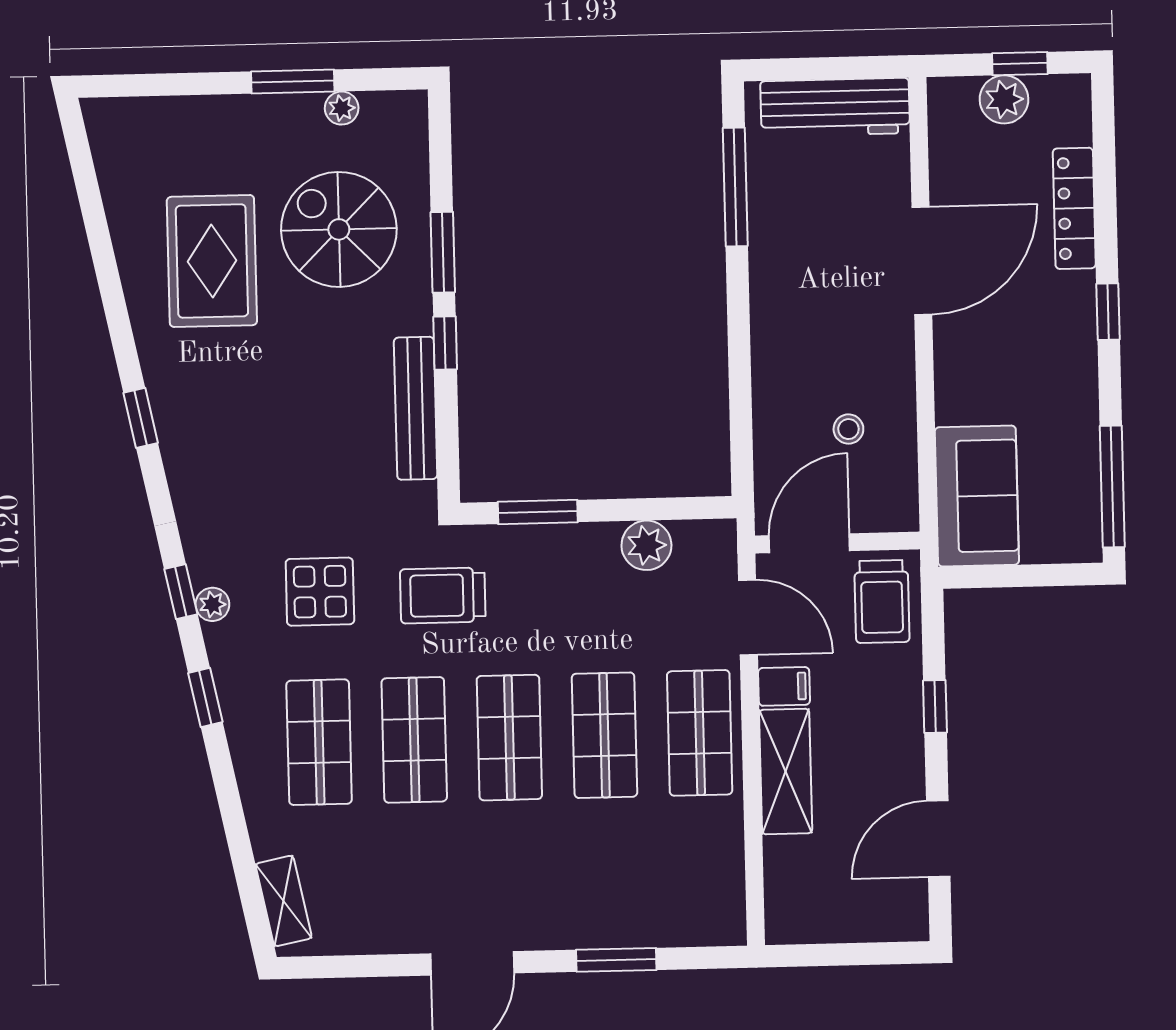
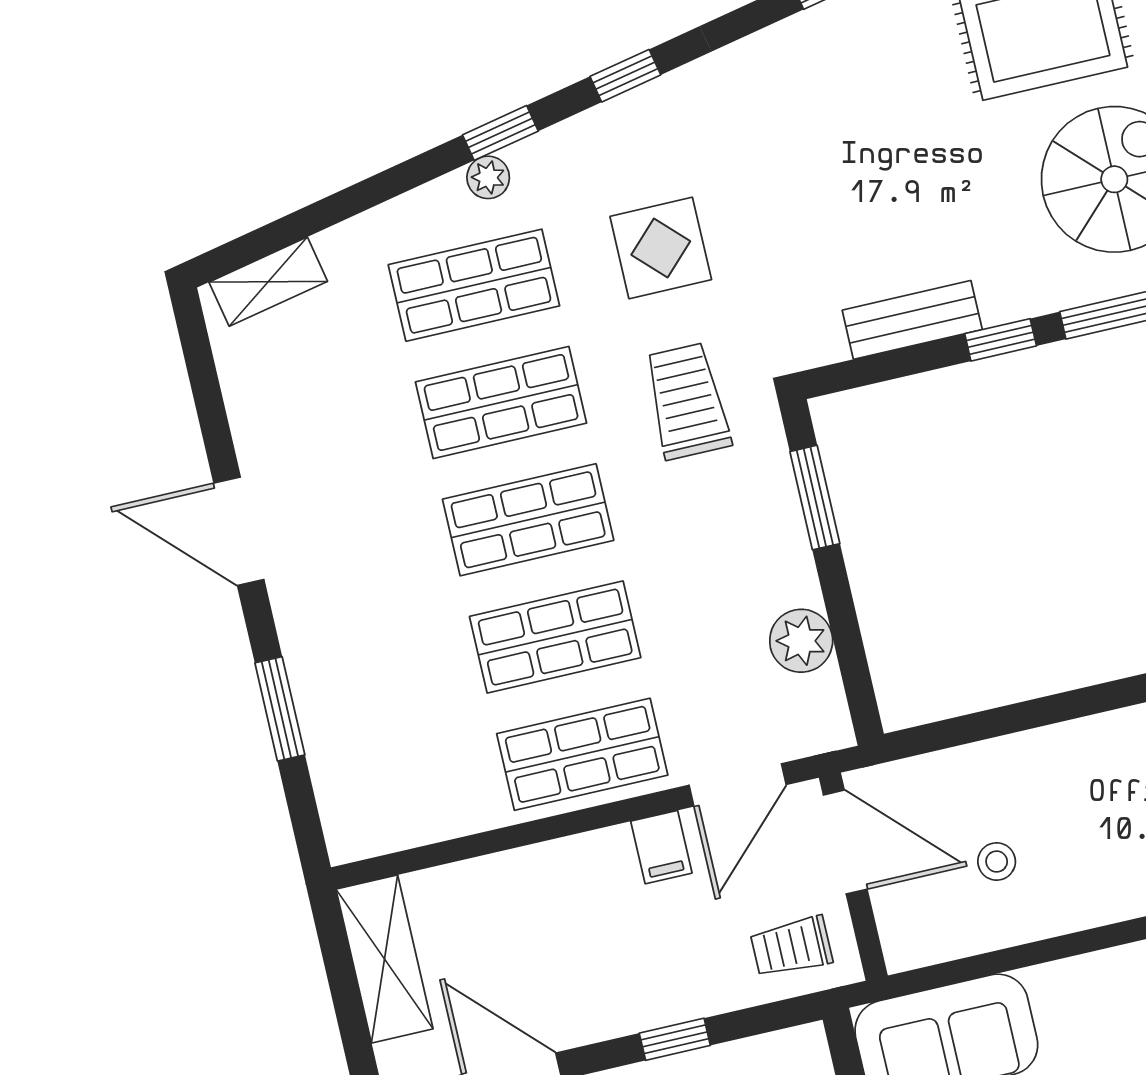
bench: (416, 408) -> (912, 320), width x0.73
trolley: (882, 601) -> (791, 947), width x0.73, depth x0.72
plant: (212, 604) -> (488, 177), moved
shelving: (786, 772) -> (385, 959), moved, turned 90

